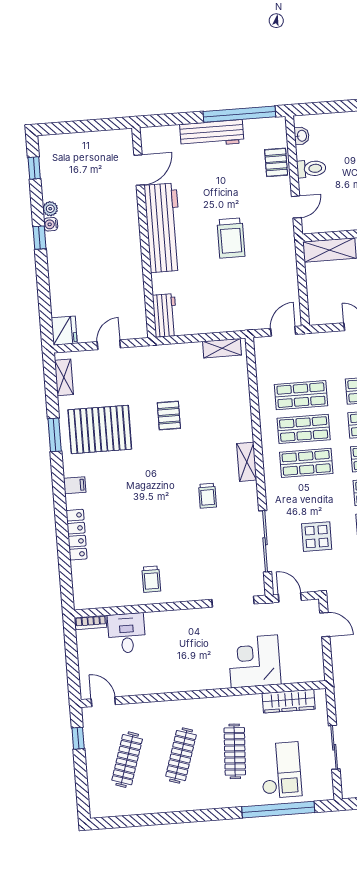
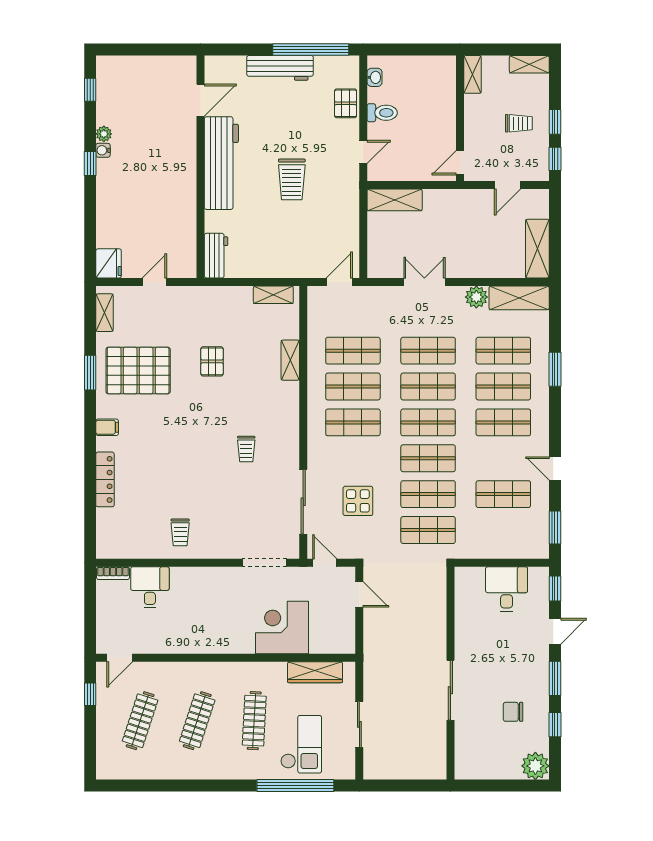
shelving: (247, 462) -> (290, 360), moved
door: (103, 702) -> (120, 658), swing flipped

